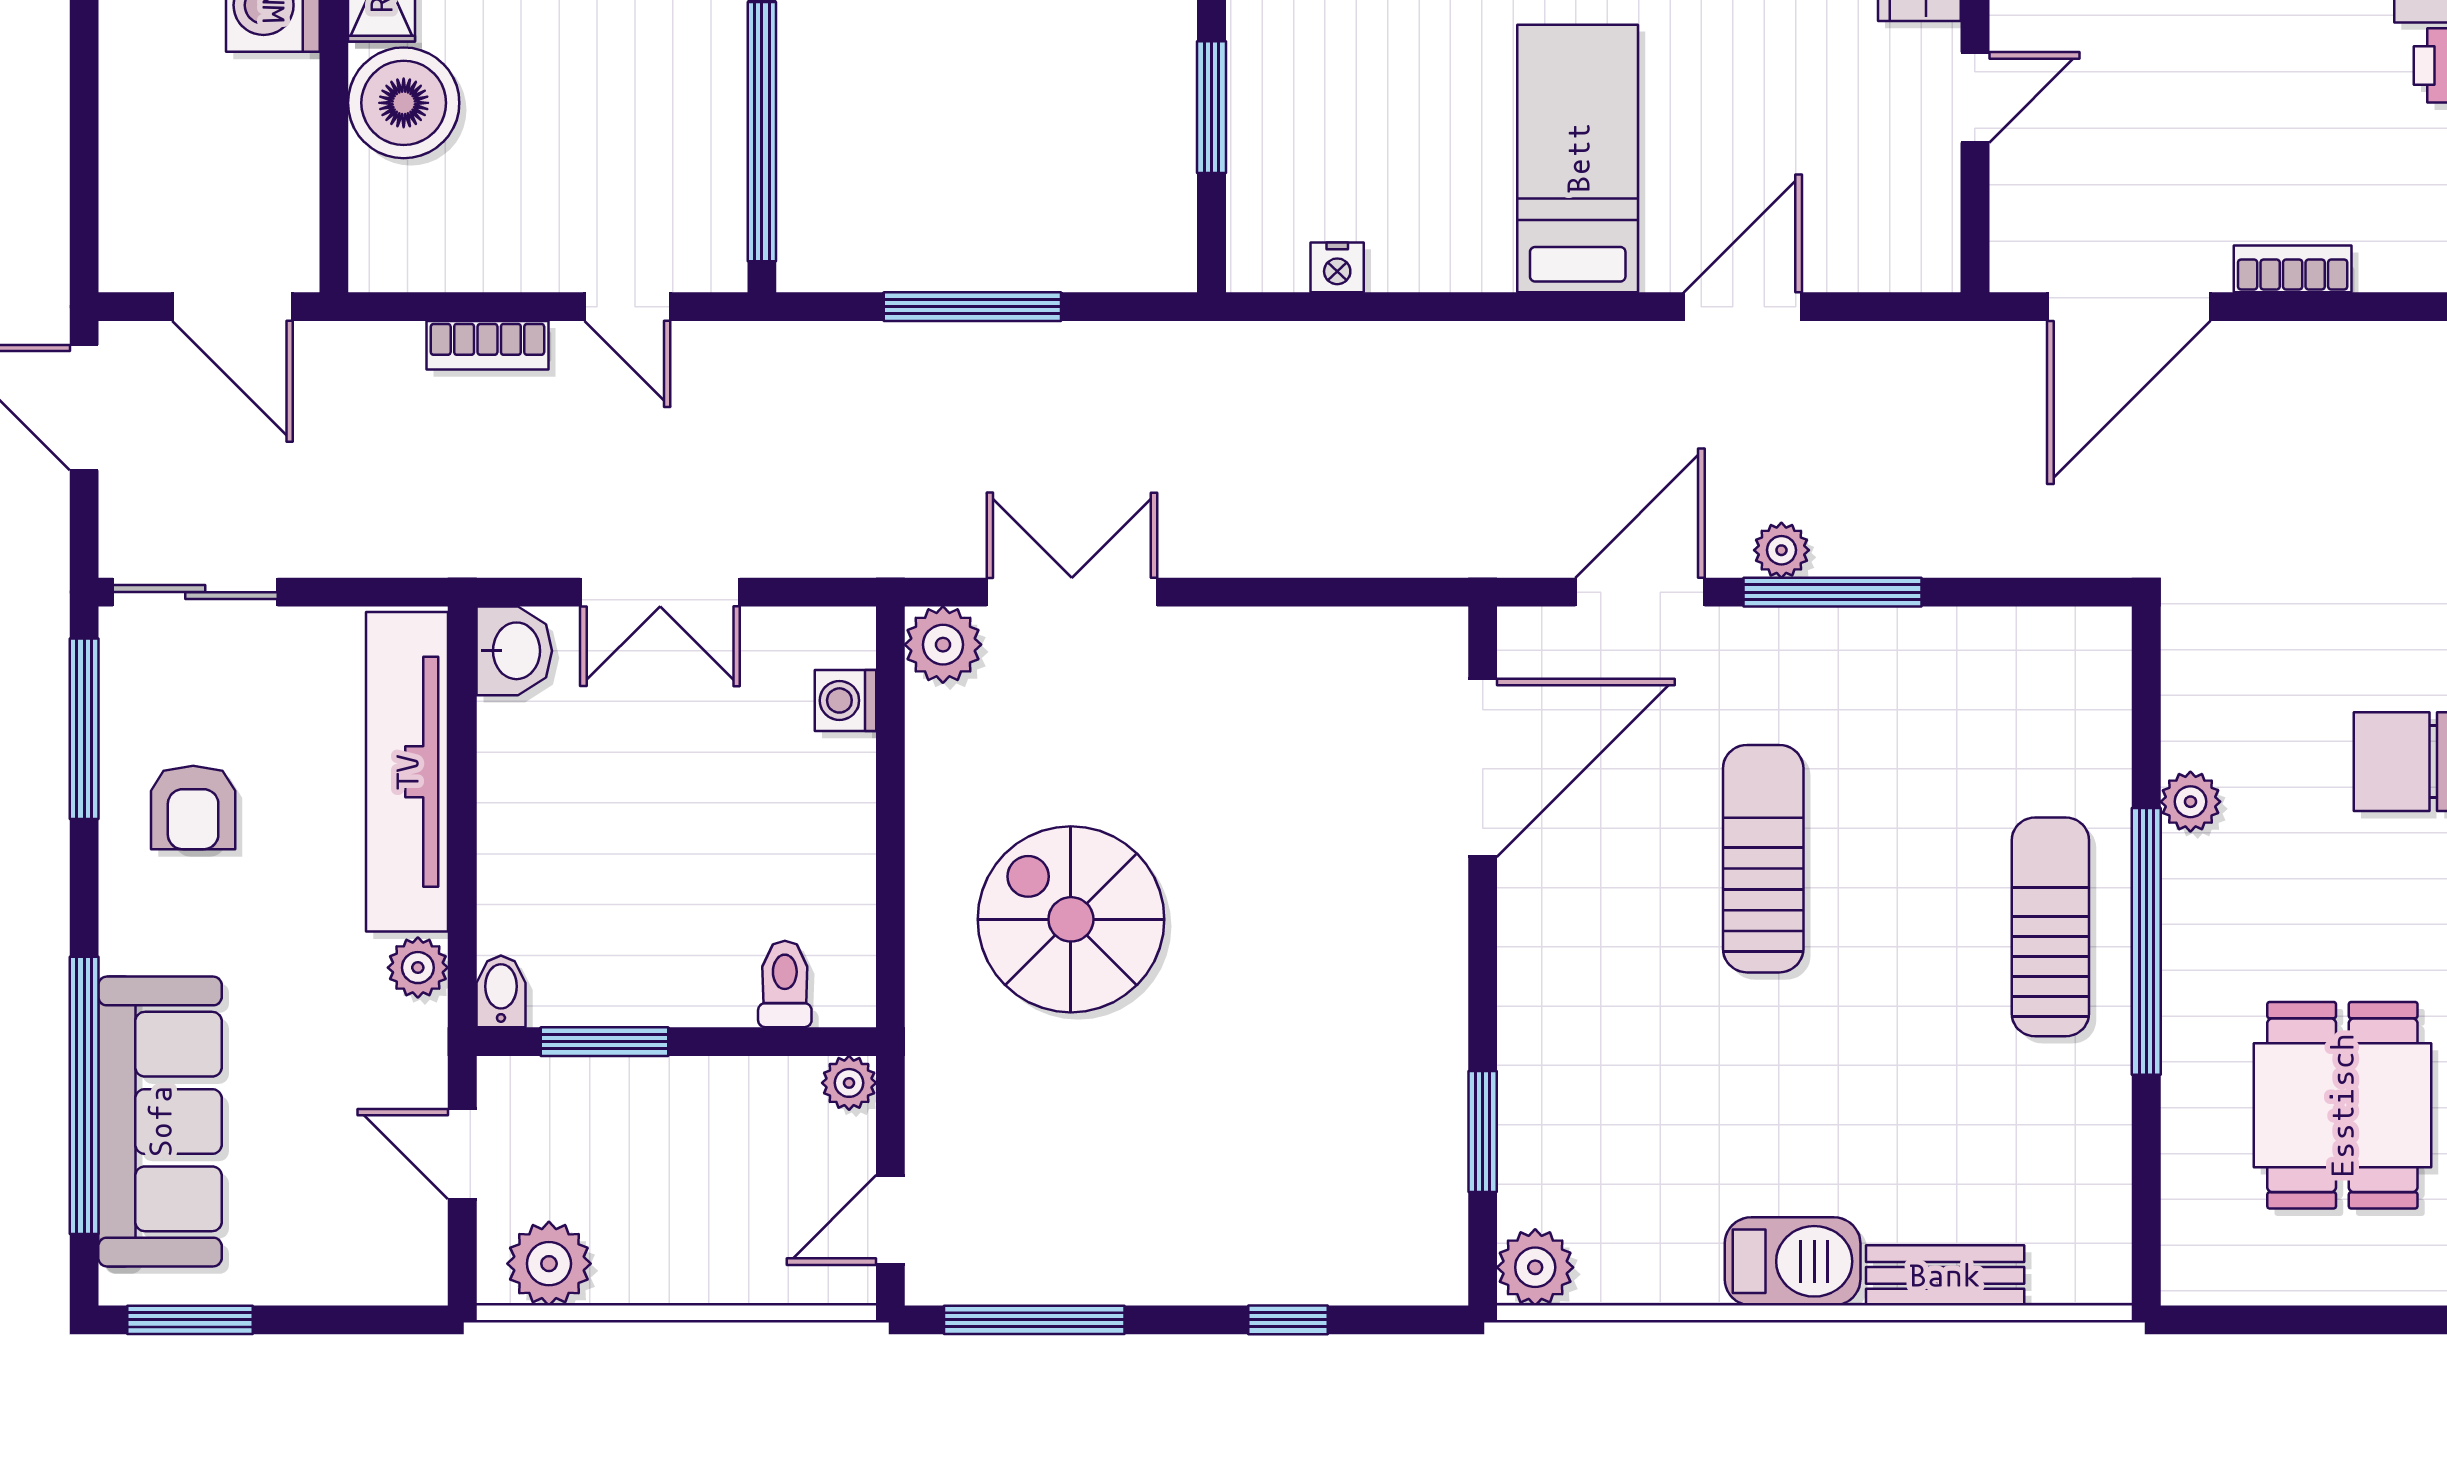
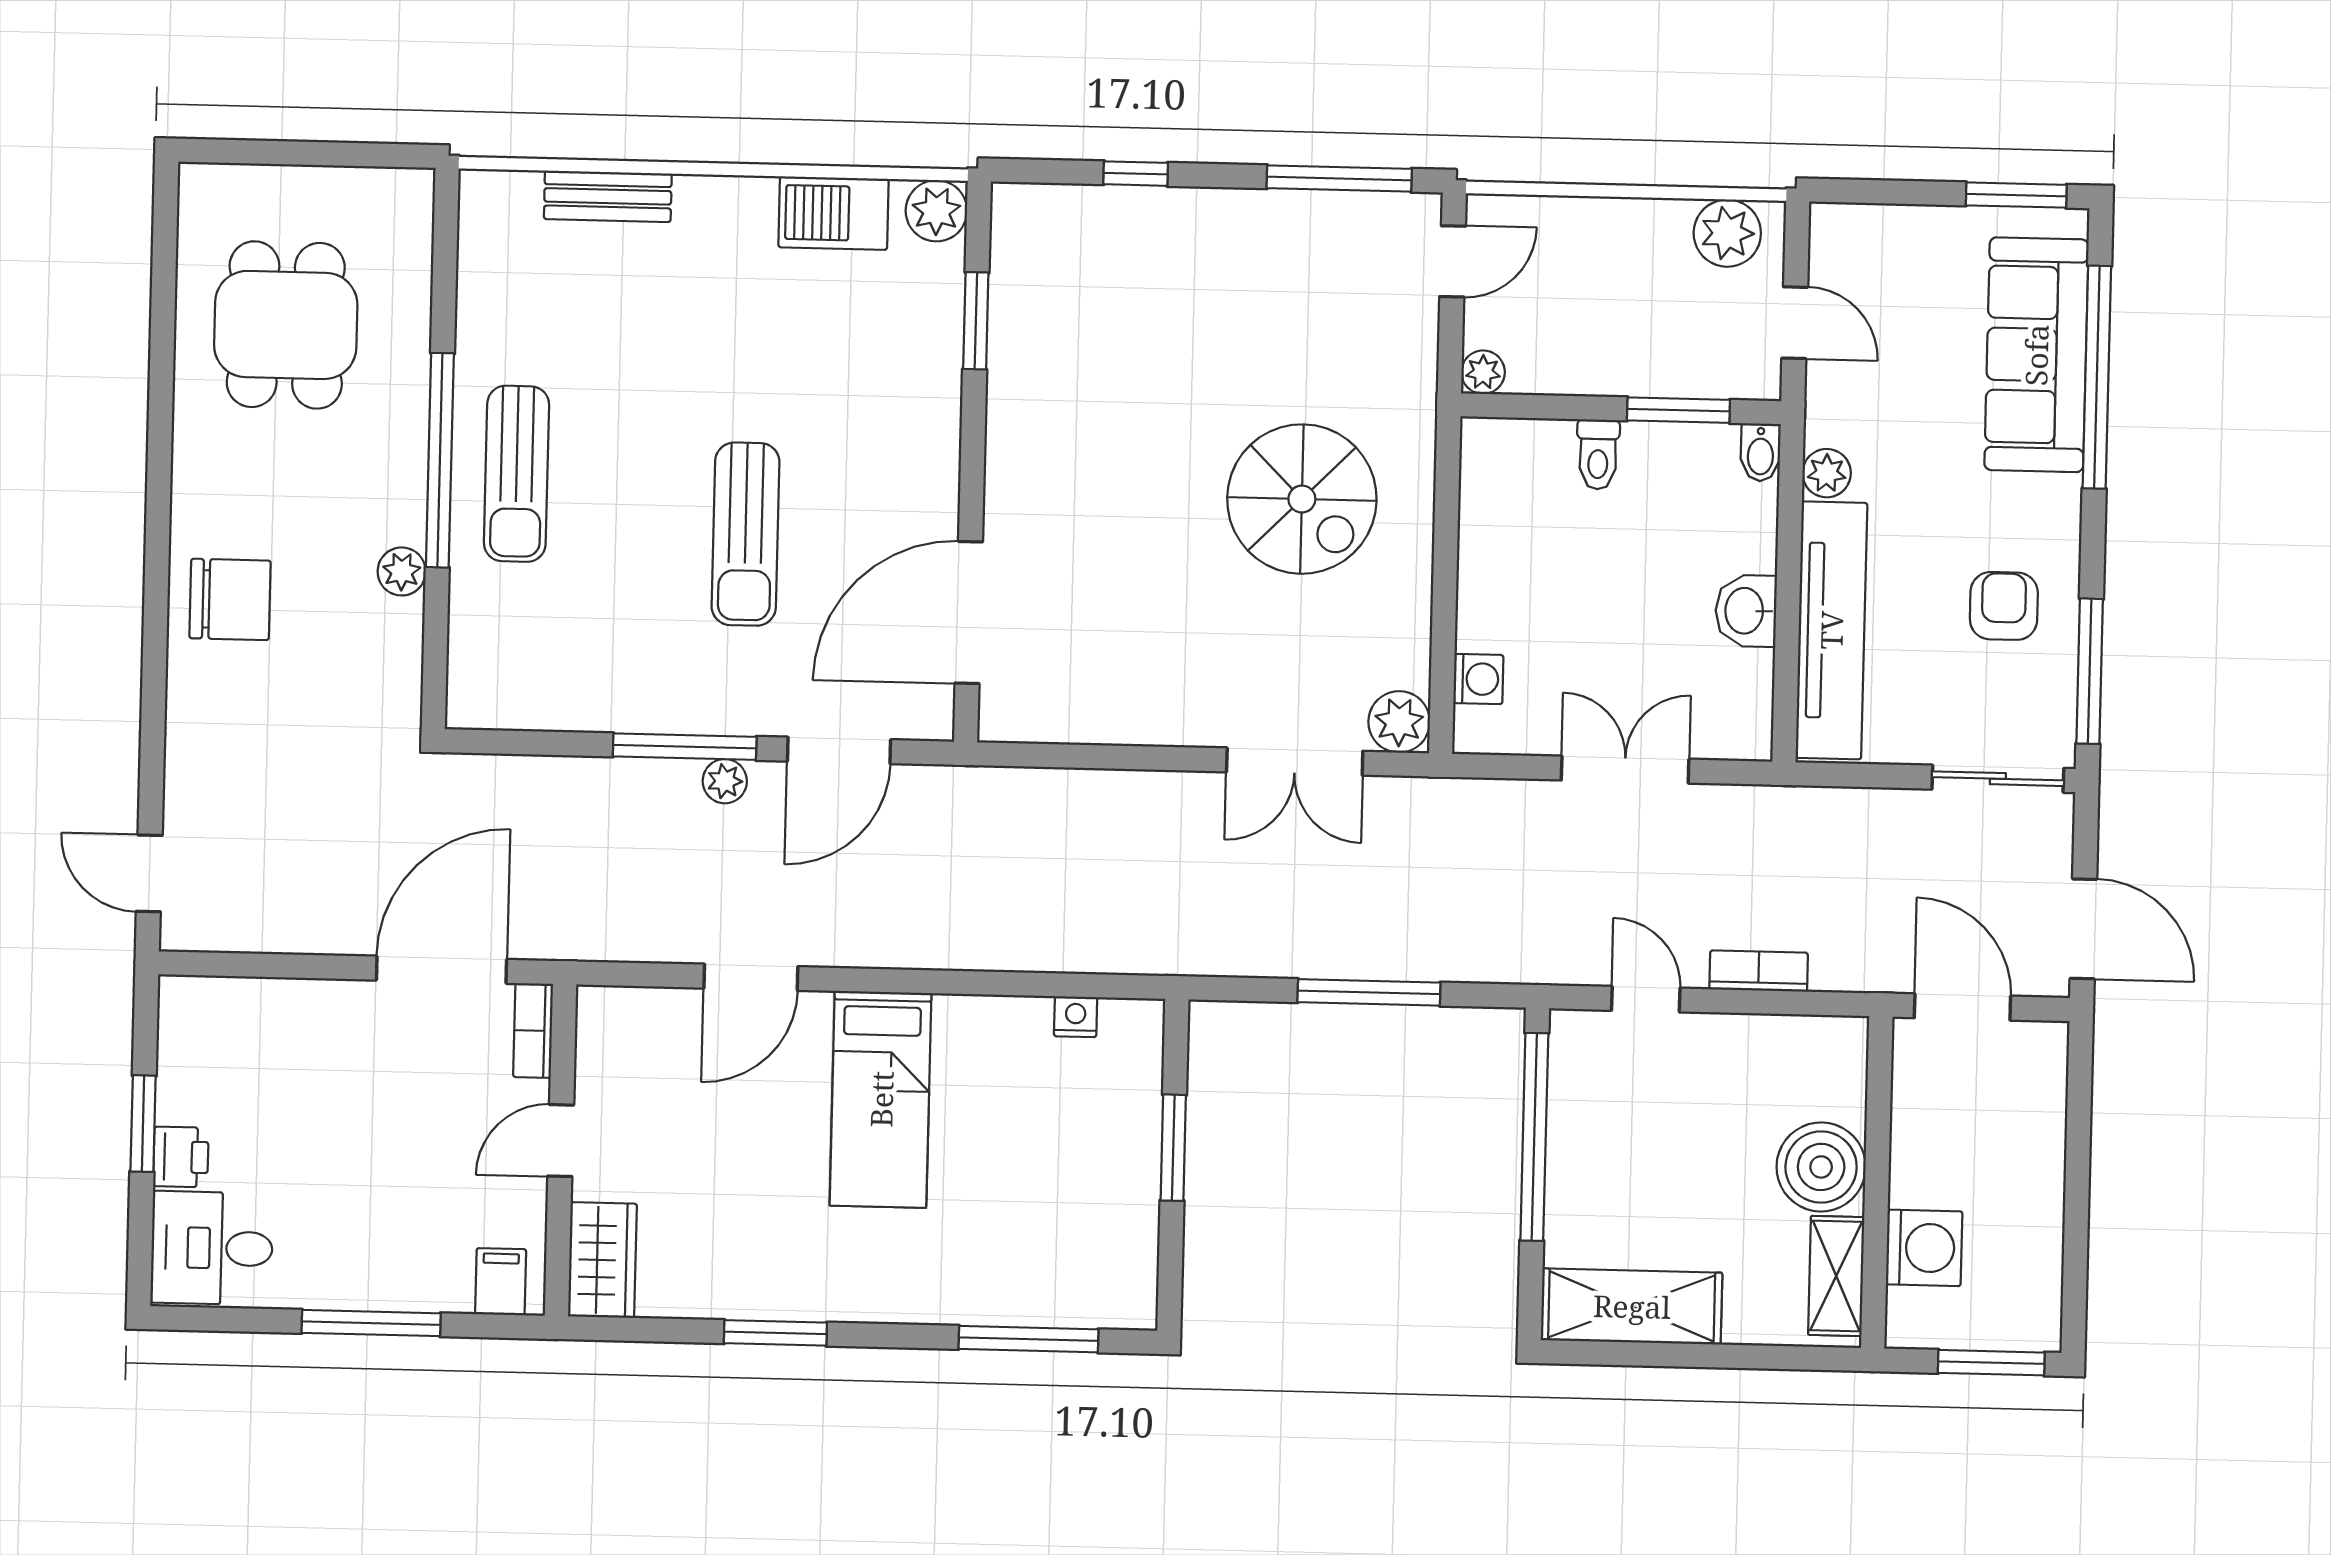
bookcase: (2293, 269) -> (533, 1031), moved, turned 90
washbasin: (514, 651) -> (1746, 611), moved
toilet: (785, 984) -> (1598, 454), moved
barbecue: (1793, 1261) -> (834, 213), moved

